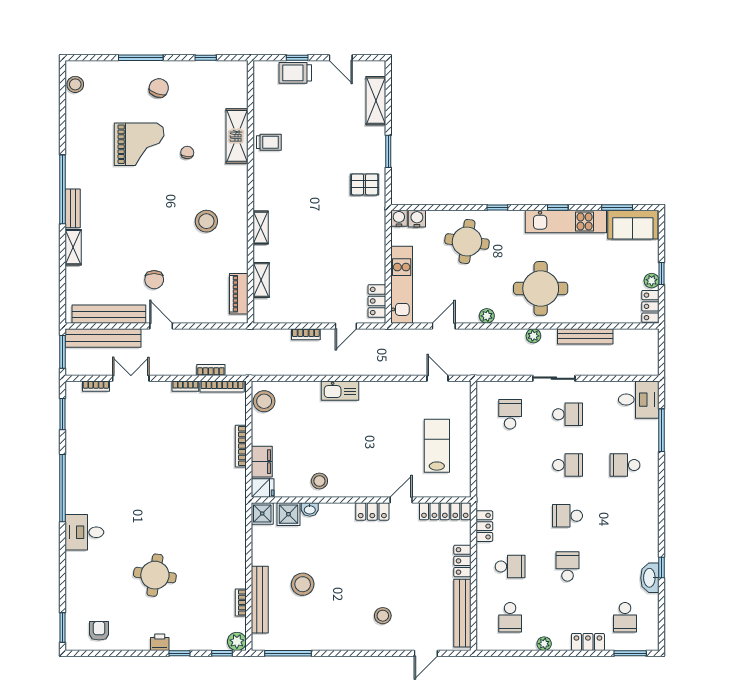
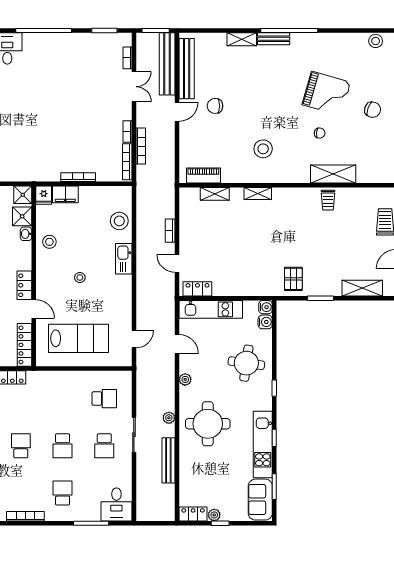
grand piano: (139, 144) -> (326, 93), turned -74
bookcase: (211, 370) -> (141, 146), width x1.56
stool: (264, 401) -> (119, 221), moved
stool: (363, 444) -> (80, 277), added
lab bench: (437, 446) -> (78, 338), width x1.36, depth x1.39
bookcase: (653, 510) -> (25, 516), added

